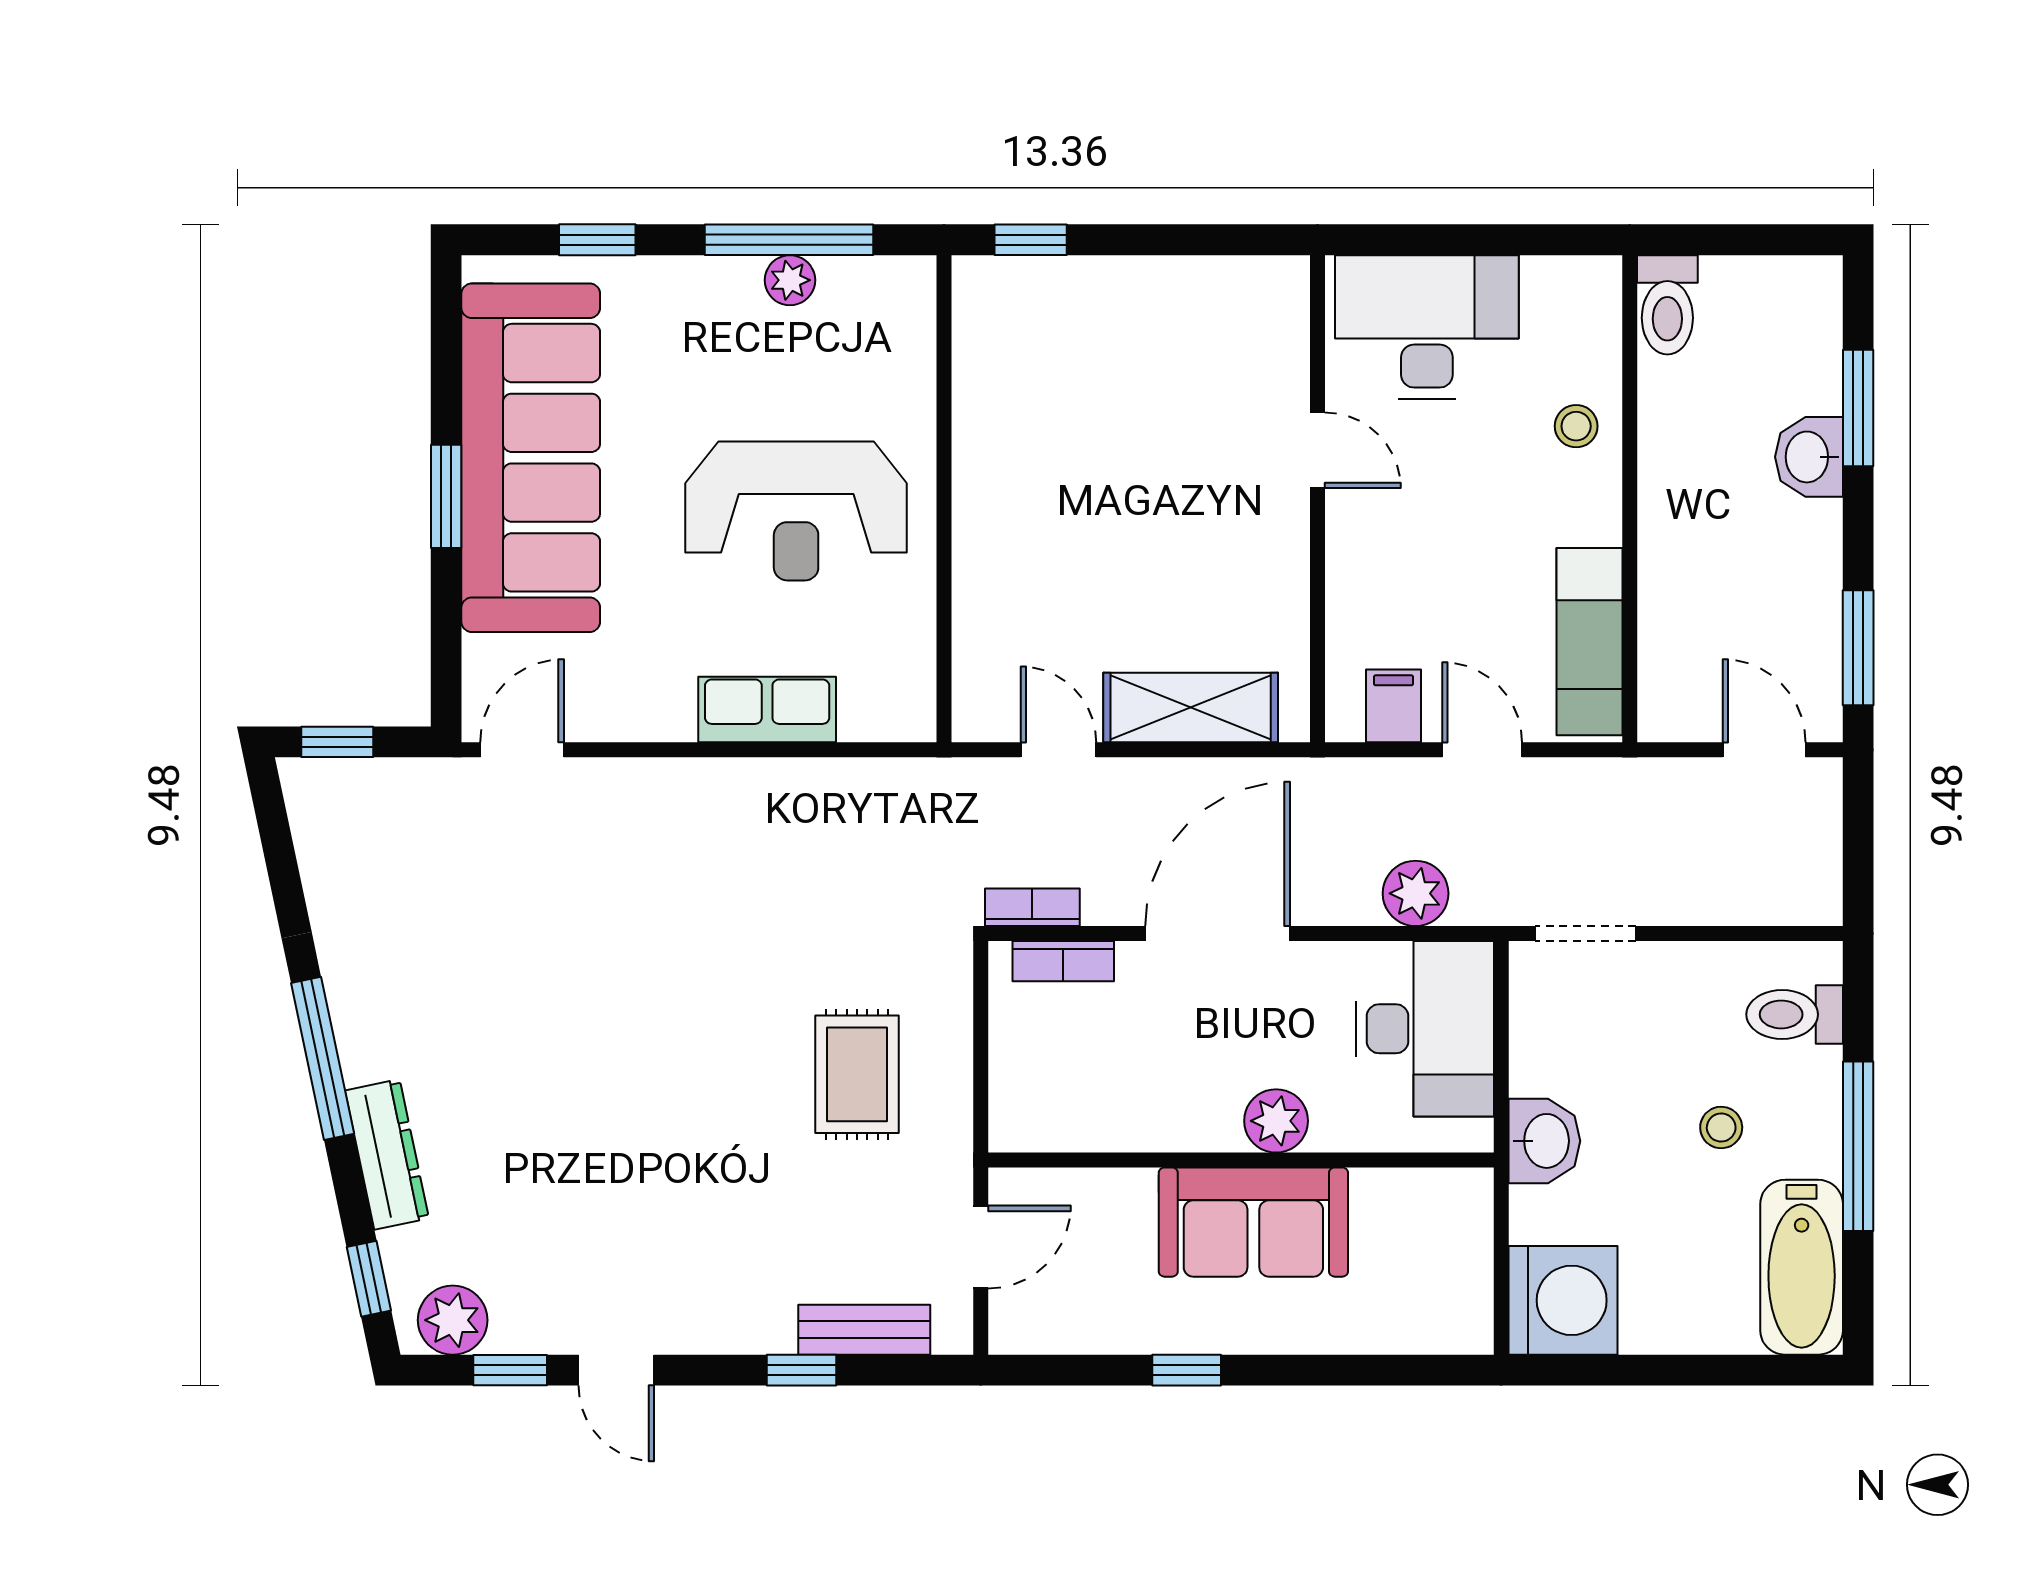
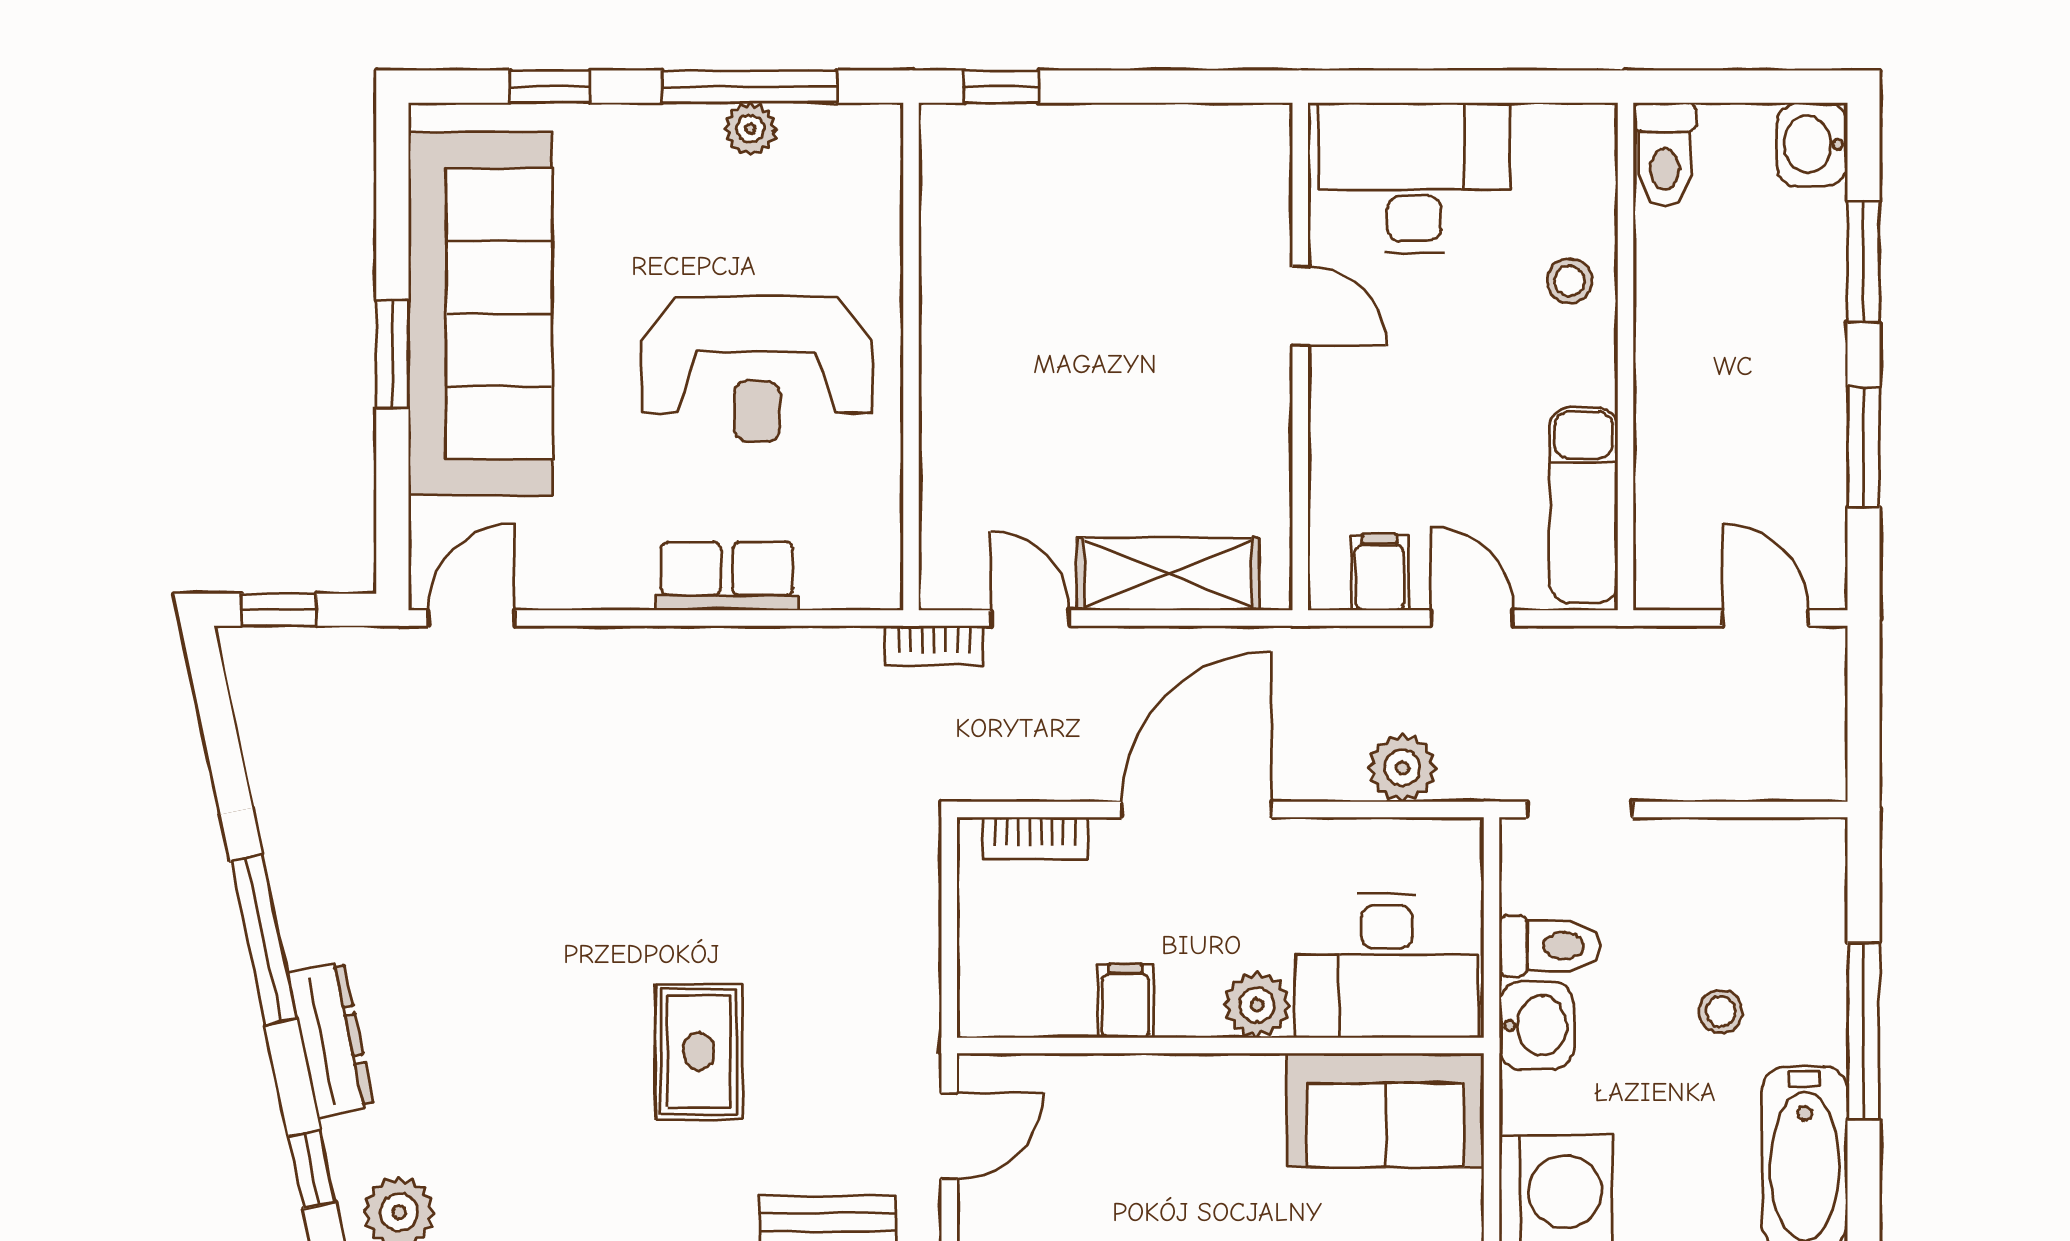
washbasin: (1809, 457) -> (1812, 144), moved
window: (1858, 648) -> (1864, 447), moved
bookcase: (1032, 907) -> (934, 645), moved, turned 180
toilet: (1795, 1014) -> (1549, 946), moved, turned 180
desk: (1425, 1029) -> (1387, 966), moved, turned 90
rug: (857, 1074) -> (699, 1051), moved
filing cabinet: (1150, 1117) -> (1125, 1001), added
sofa: (1253, 1222) -> (1385, 1110), moved

